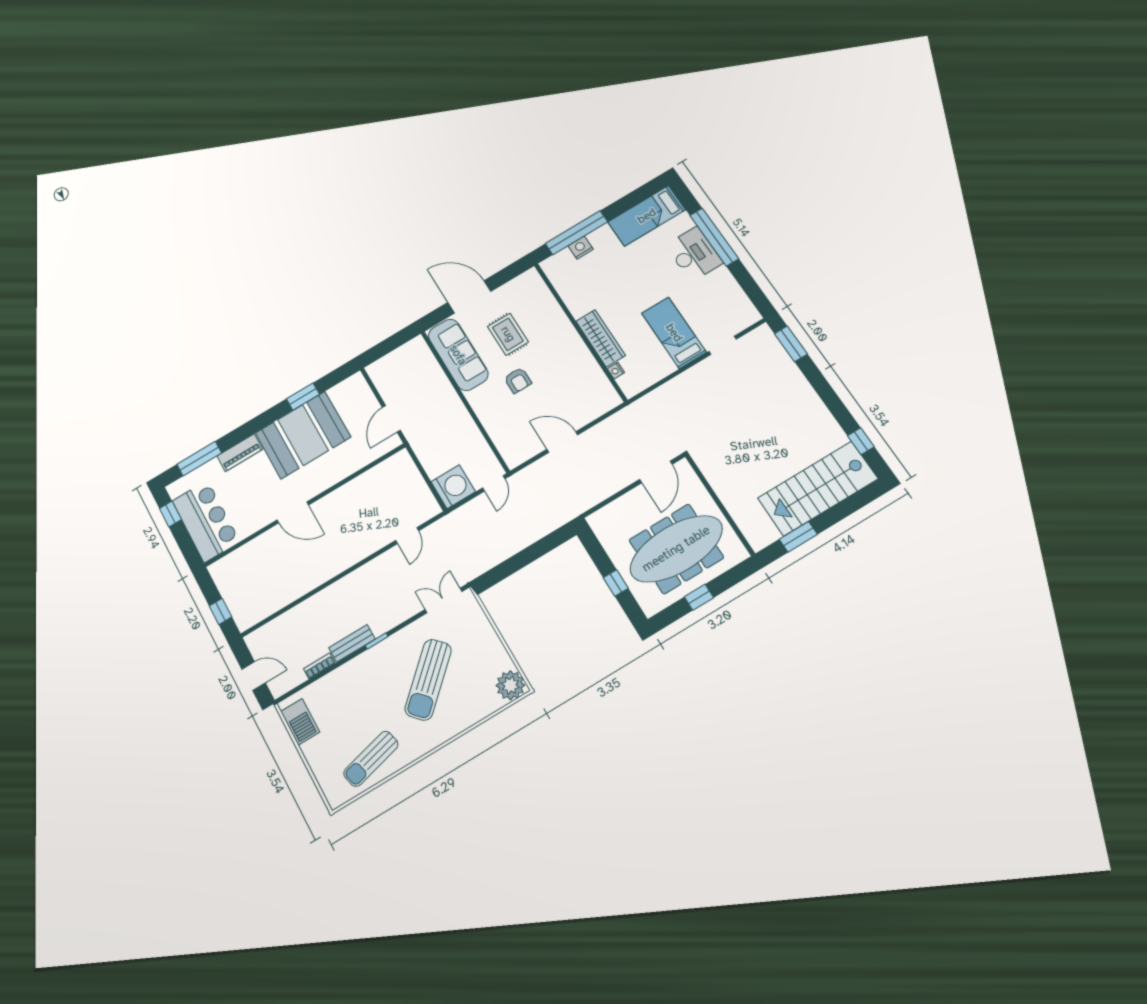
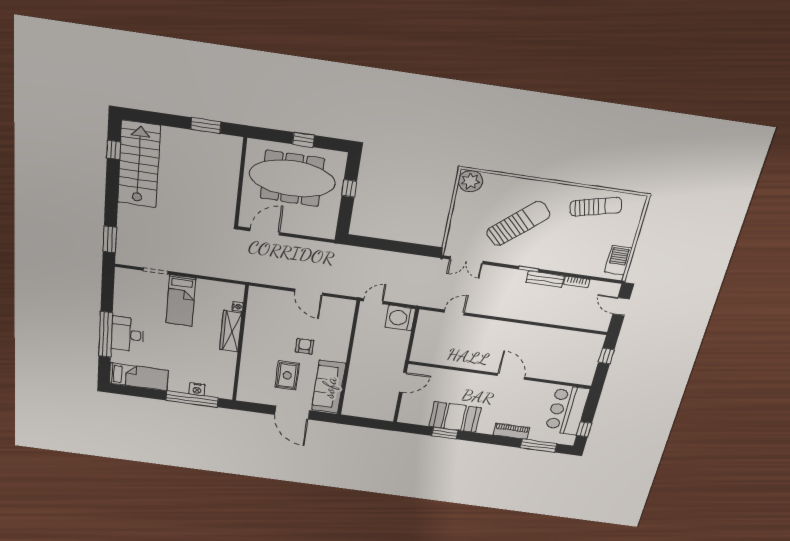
booth: (303, 435) -> (455, 417), width x0.73, depth x0.70
stairs: (818, 488) -> (139, 164), moved, turned -90

